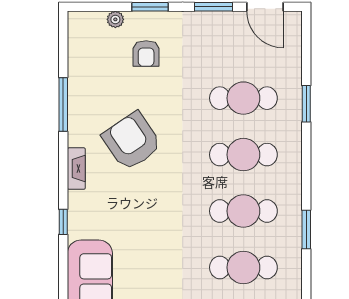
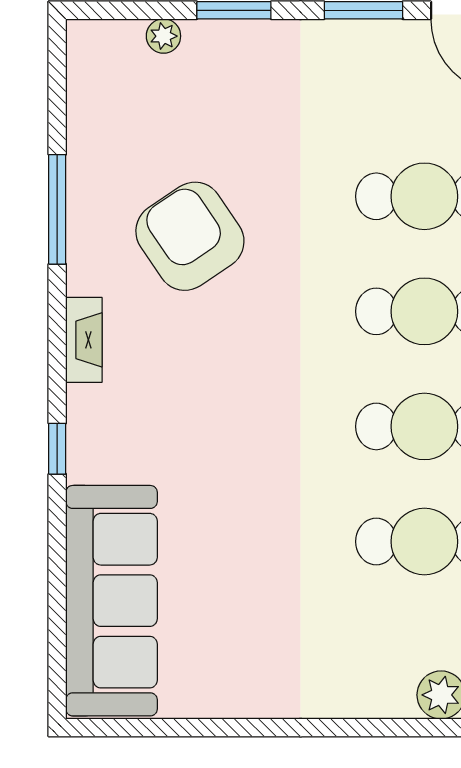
armchair: (146, 53) -> (226, 105), removed
armchair: (132, 141) -> (190, 236), moved

